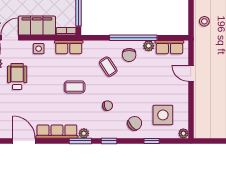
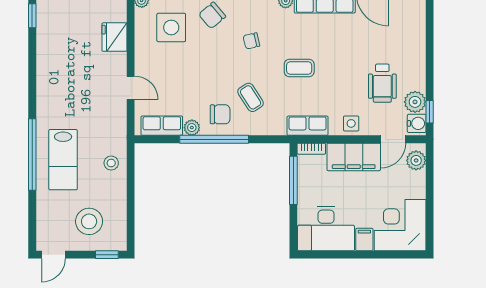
chair: (129, 55) -> (220, 114), turned 90
fridge: (202, 108) -> (114, 37), added

